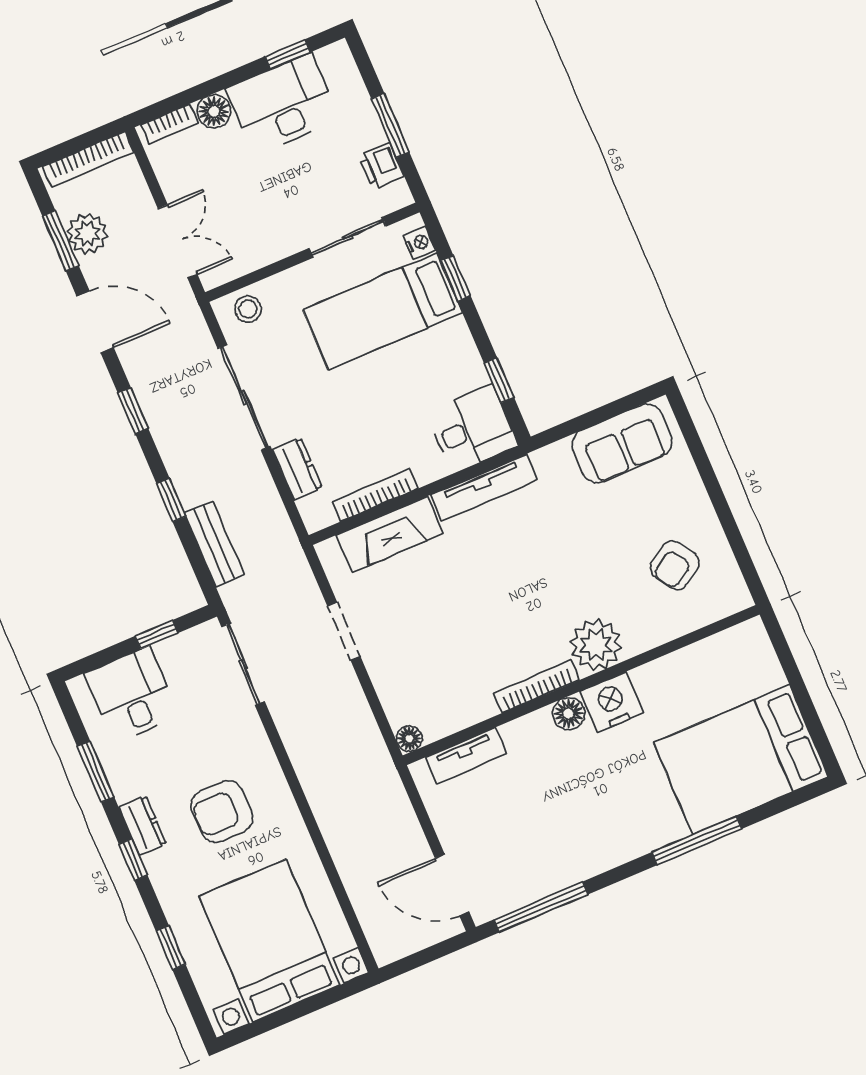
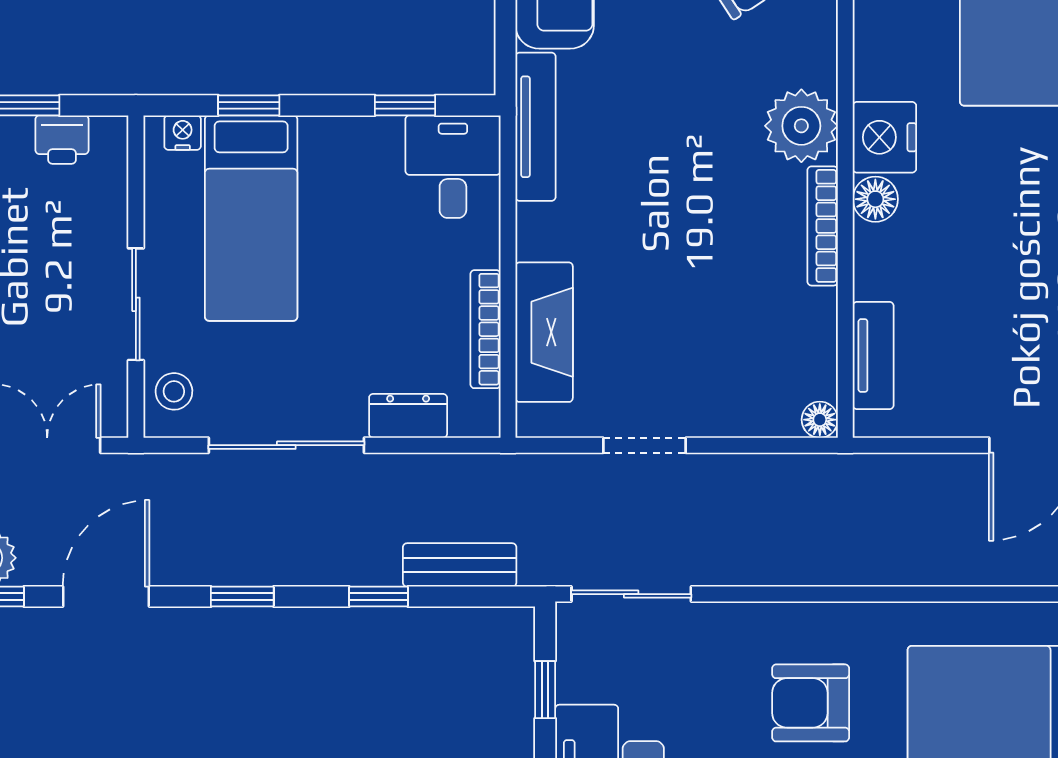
sliding door: (347, 237) -> (136, 304), moved
tv unit: (484, 487) -> (535, 127), moved
armchair: (222, 812) -> (811, 703), turned 90

